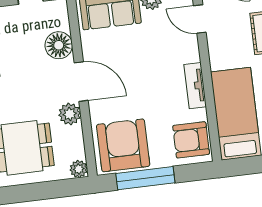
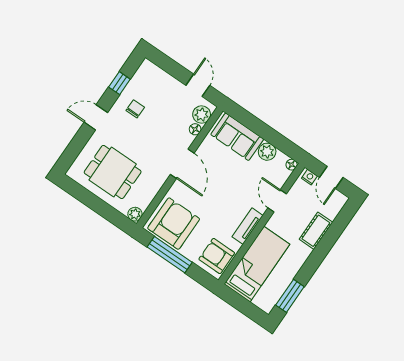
door: (200, 19) -> (277, 201), moved
floor lamp: (59, 45) -> (195, 129), width x0.53, depth x0.53
plant: (70, 114) -> (202, 115), moved

